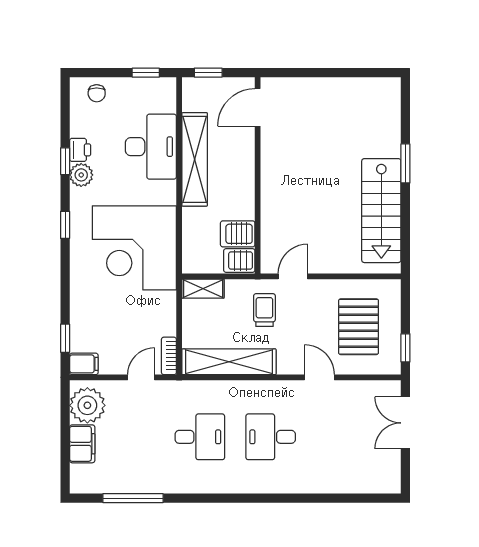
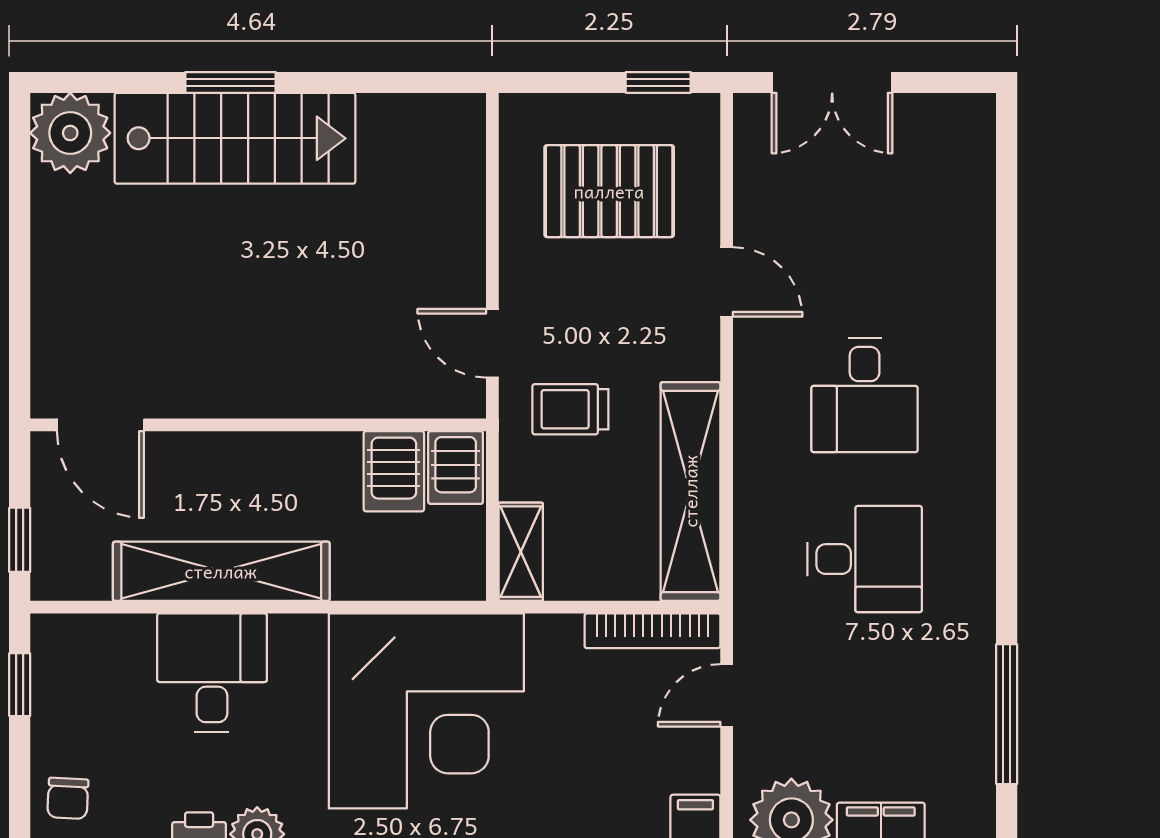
chair: (97, 93) -> (68, 798), turned 93
plant: (384, 94) -> (70, 133), added
desk: (151, 147) -> (212, 673), width x0.73
stairs: (381, 211) -> (235, 138), moved
bookcase: (169, 356) -> (652, 631), width x1.56
door: (141, 377) -> (727, 695), hinge flipped
door: (319, 377) -> (727, 282), swing flipped
desk: (200, 437) -> (865, 559), turned 90

